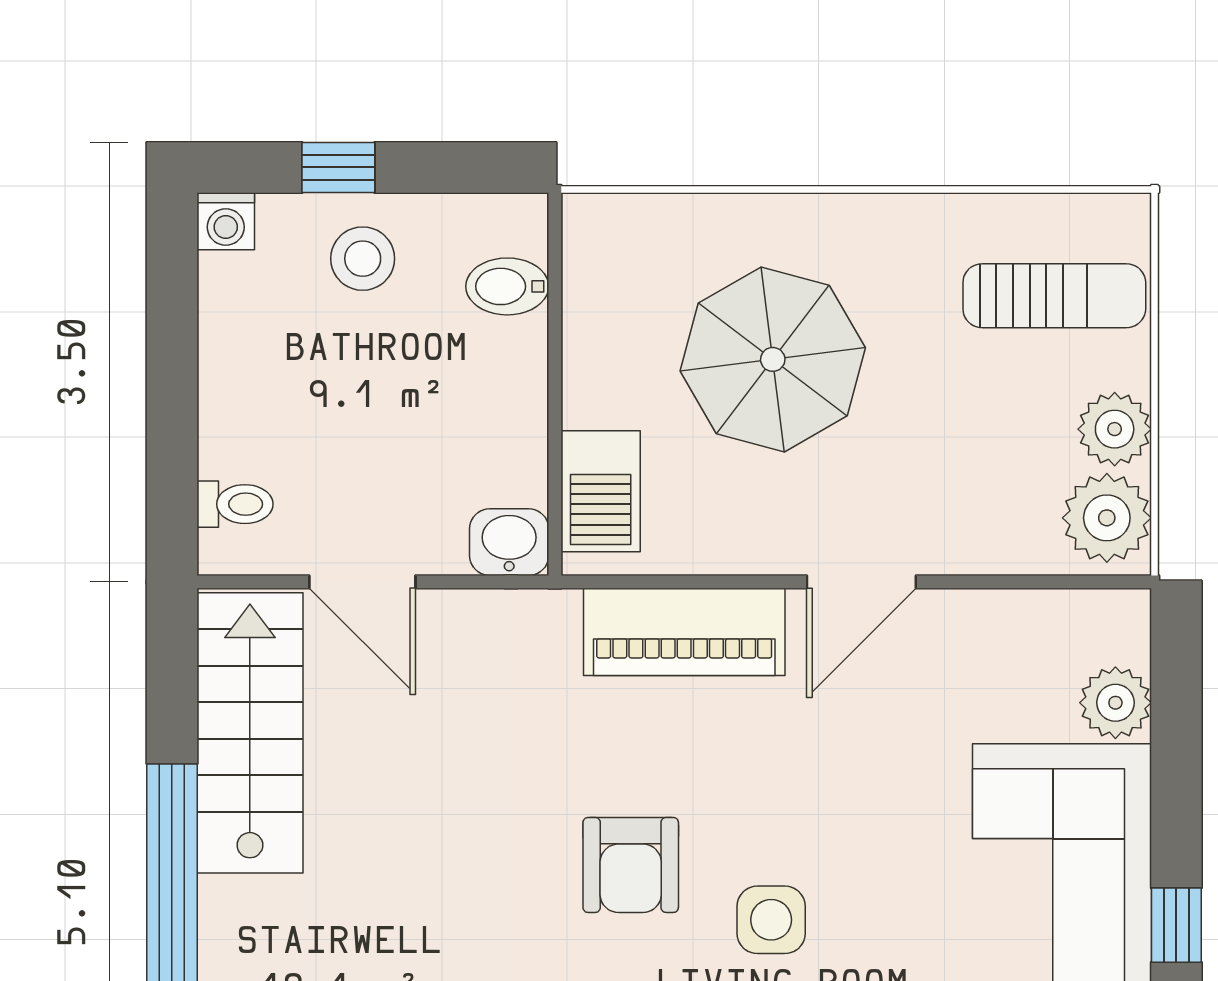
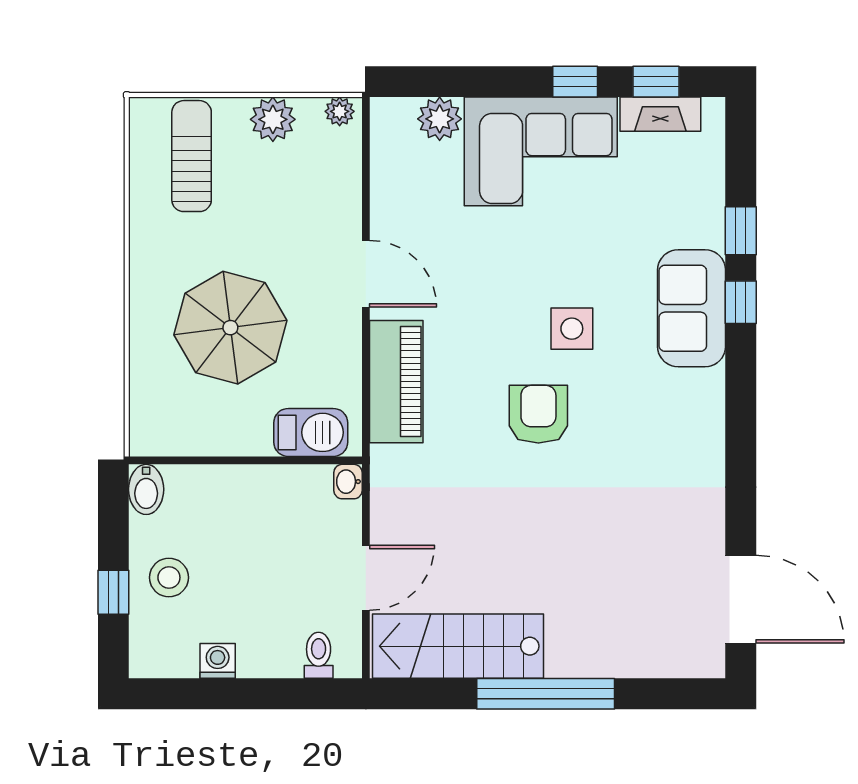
washing machine: (226, 221) -> (218, 661), moved, turned -90
bidet: (507, 286) -> (146, 489), moved
plant: (1107, 518) -> (340, 111), width x0.53, depth x0.53
washbasin: (509, 542) -> (348, 482), width x0.72, depth x0.69
armchair: (631, 865) -> (538, 414), turned -90

